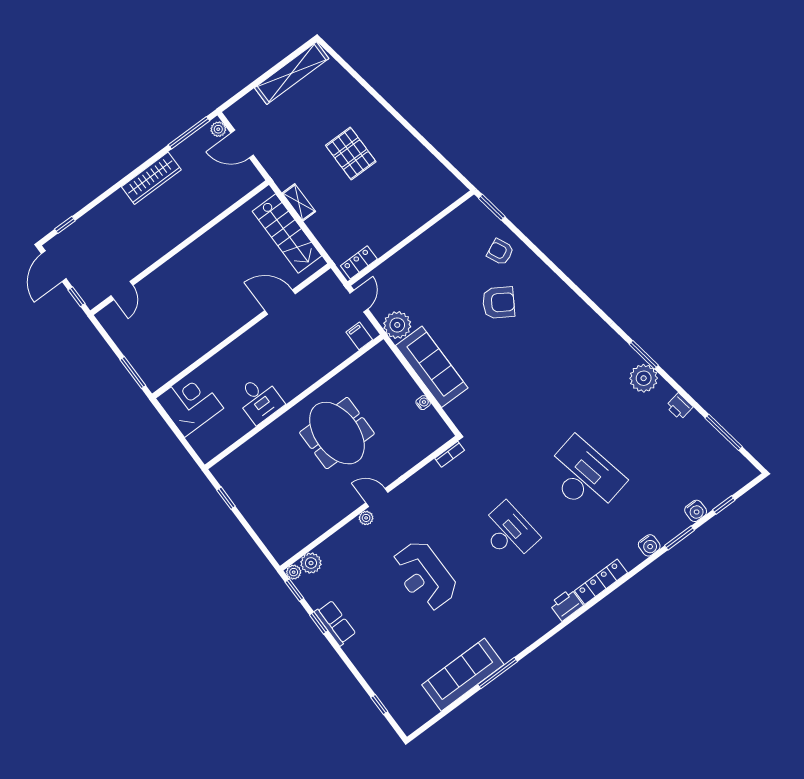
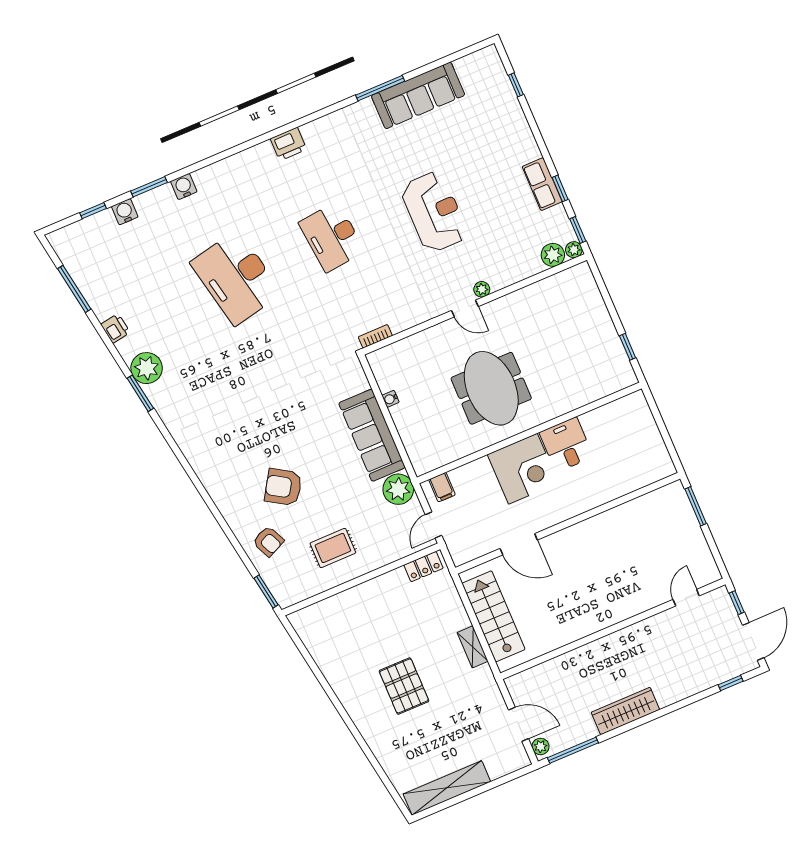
rug: (442, 260) -> (333, 548), added
corner desk: (190, 403) -> (523, 469), moved, turned -90
locker: (601, 582) -> (245, 160), removed

